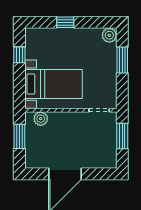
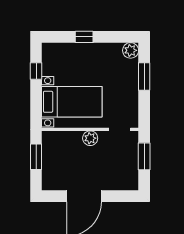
plant: (41, 119) -> (90, 138), moved

